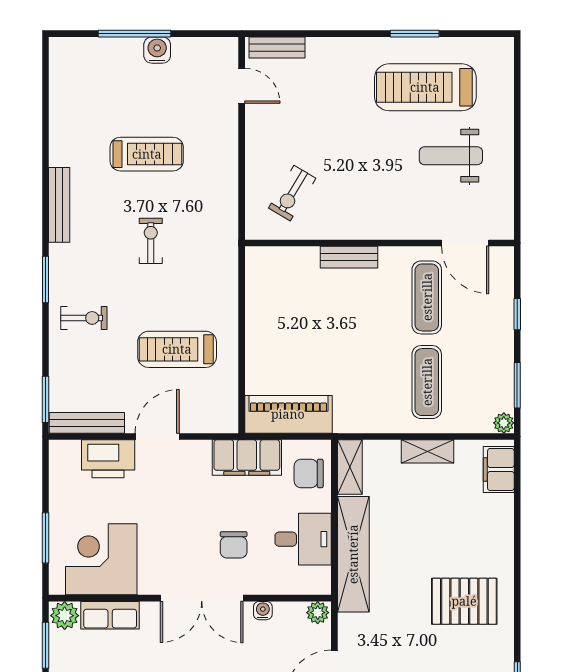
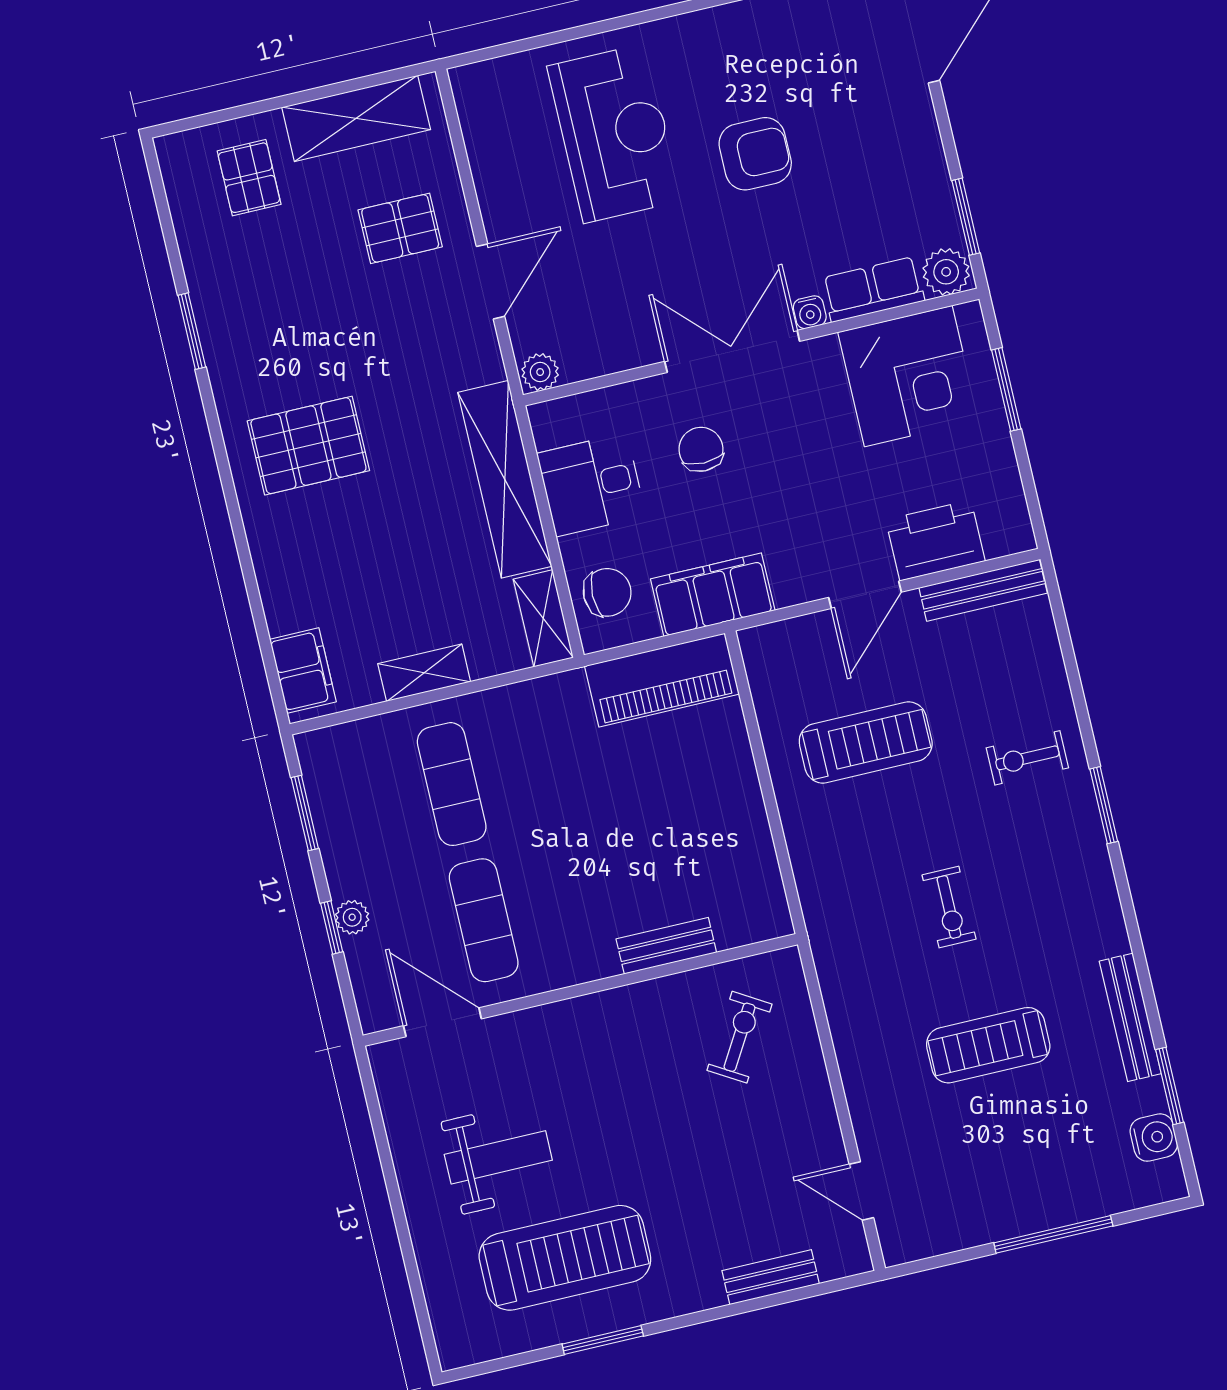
bench: (277, 47) -> (771, 1277), moved
water cooler: (157, 50) -> (1154, 1138), moved, turned -90
bench: (59, 205) -> (1130, 1017), moved
bench: (349, 257) -> (666, 946), moved
window: (46, 399) -> (1170, 1086), moved
plant: (504, 423) -> (352, 917), moved
water cooler: (263, 611) -> (810, 312), moved

